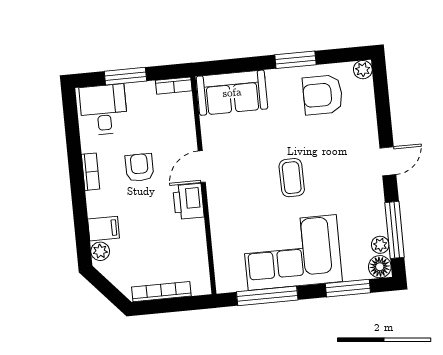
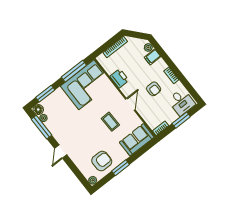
coffee table: (292, 178) -> (110, 122), moved
printer: (189, 201) -> (119, 78), moved
corner sofa: (292, 253) -> (86, 85), moved

